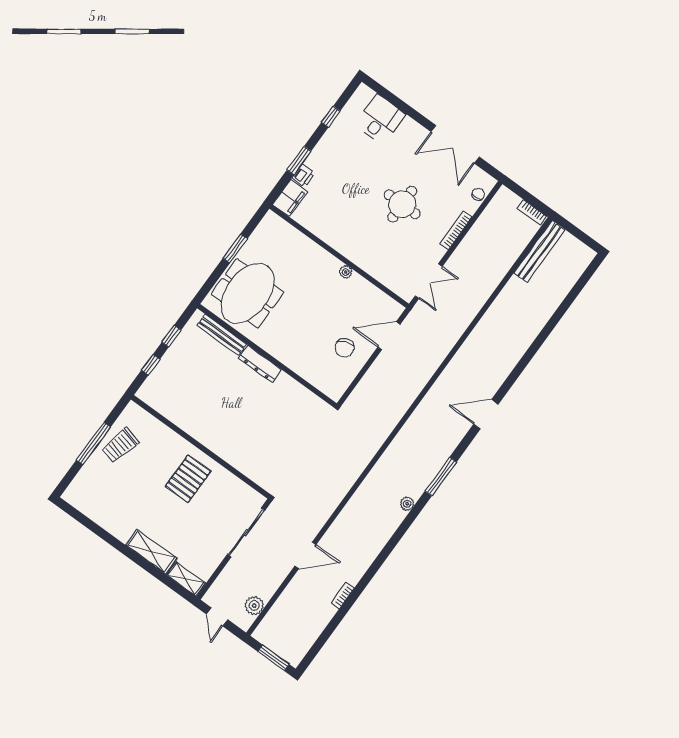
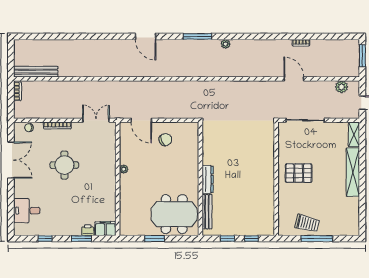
shelving: (151, 552) -> (353, 172), width x1.47

